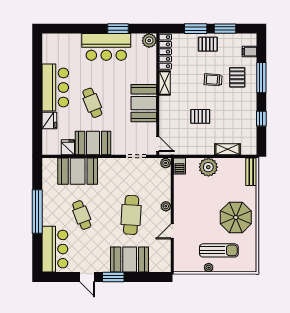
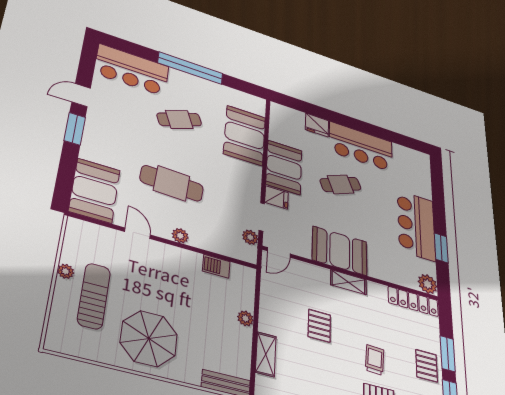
shelving: (165, 83) -> (348, 282), moved
fridge: (68, 147) -> (276, 198), moved
plant: (166, 163) -> (250, 237), moved
barbecue: (179, 166) -> (216, 266), moved
plant: (208, 167) -> (245, 318), width x0.53, depth x0.53
sun lounger: (219, 250) -> (94, 296), turned 180
booth: (130, 259) -> (95, 191), moved

